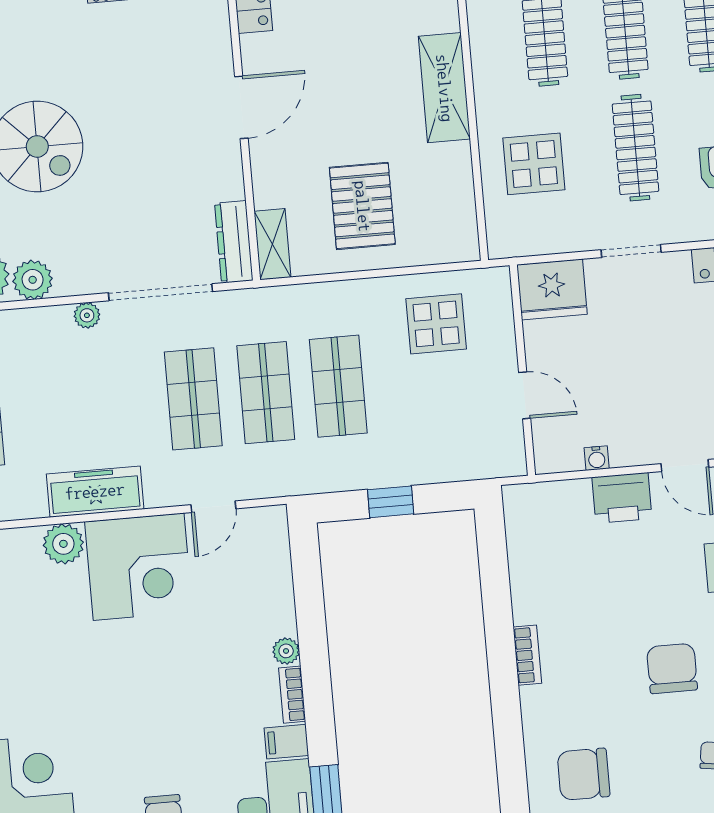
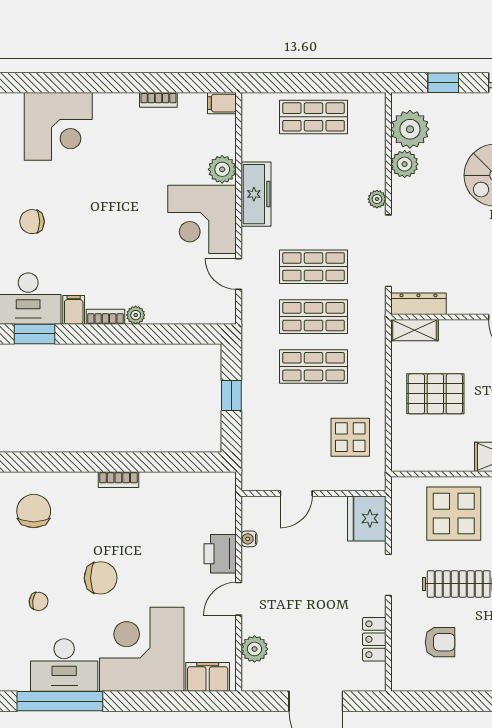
display table: (534, 164) -> (454, 514), width x1.36, depth x1.36

